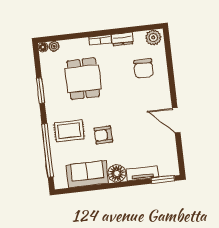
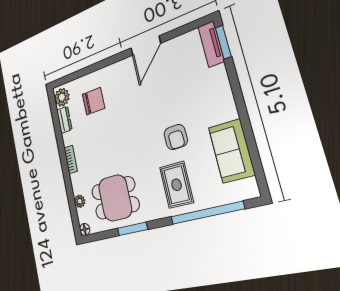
dresser: (123, 39) -> (64, 120), moved
plant: (54, 46) -> (80, 201), moved
dining table: (83, 79) -> (115, 198), moved
floor lamp: (117, 173) -> (224, 108), removed
tv unit: (142, 173) -> (211, 44), moved

